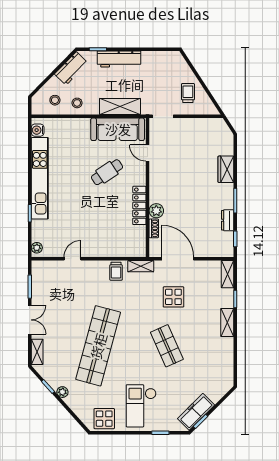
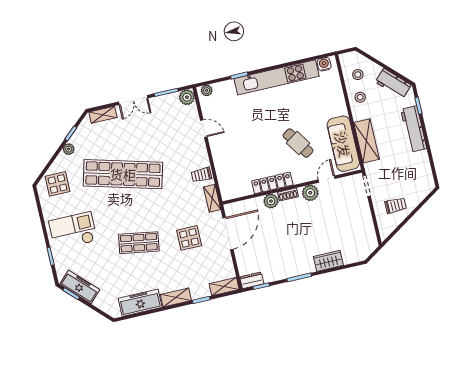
plant: (157, 171) -> (310, 193), added
dresser: (228, 220) -> (252, 280), moved
shoe rack: (154, 228) -> (288, 194), moved
plant: (39, 268) -> (187, 97), added
shop shelf: (167, 346) -> (139, 243), turned 33
freezer: (224, 358) -> (140, 303), added
display table: (104, 419) -> (58, 184), moved

